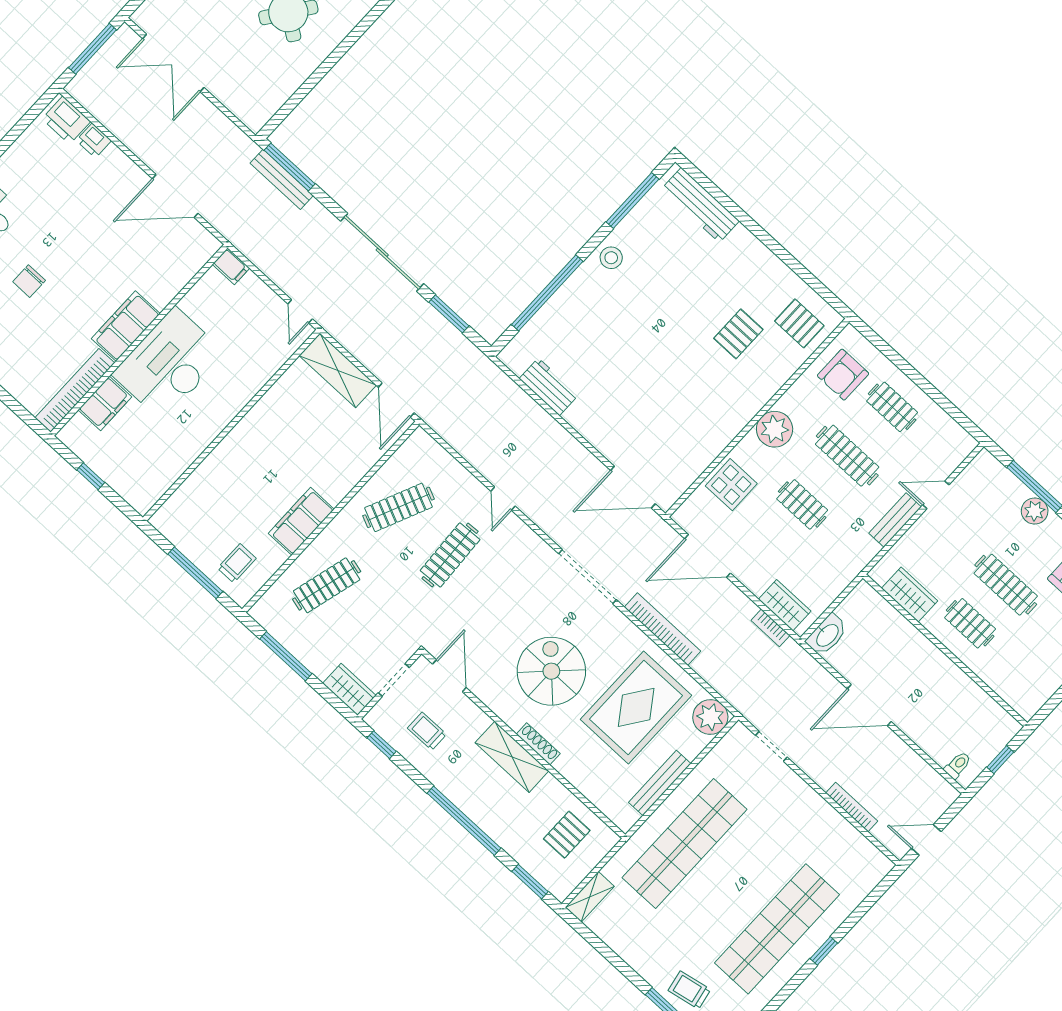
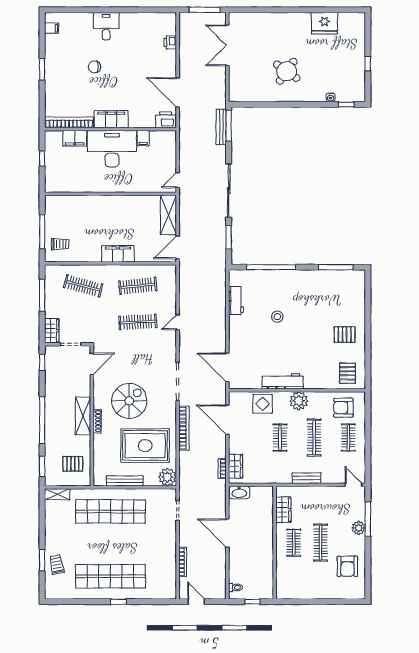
printer: (66, 120) -> (166, 120), moved, turned 90
workbench: (700, 205) -> (283, 381), moved, turned 90
stool: (611, 258) -> (277, 317), moved
filing cabinet: (231, 266) -> (143, 138), moved
pallet: (738, 334) -> (345, 335), moved
door: (936, 495) -> (354, 485), moved
clothes rail: (398, 507) -> (138, 286), turned -30
filing cabinet: (301, 521) -> (118, 254), moved
trolley: (427, 731) -> (63, 375), removed

